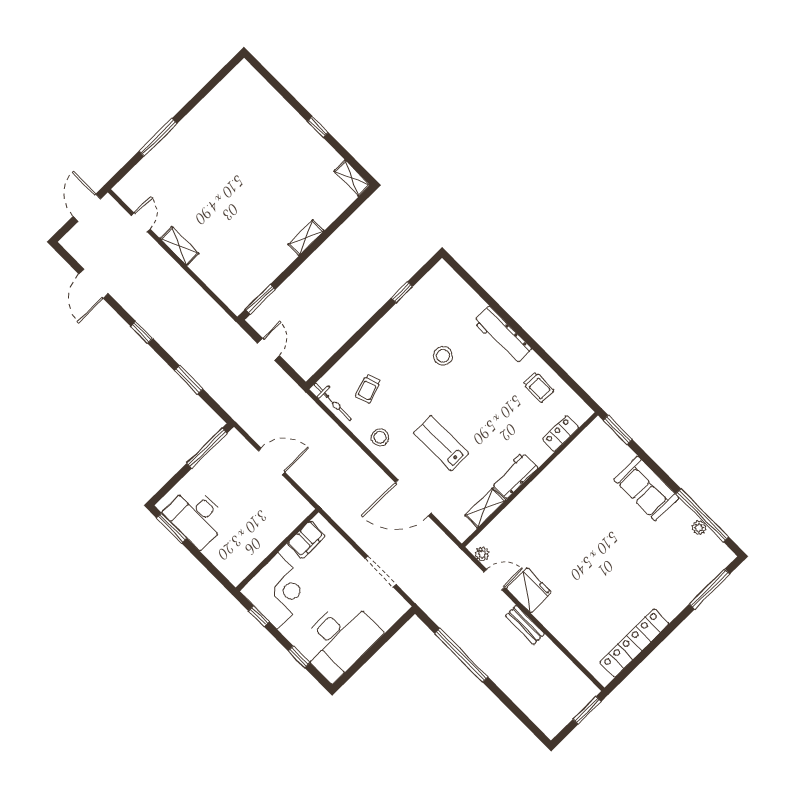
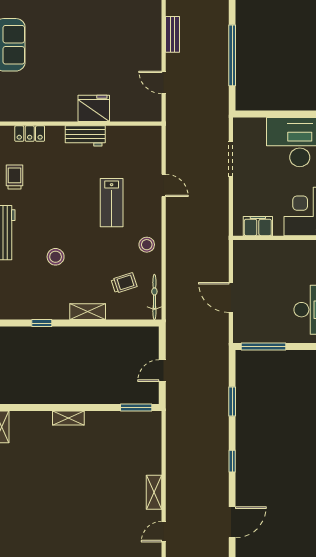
door: (413, 498) -> (164, 185), width x0.53
shelving: (485, 508) -> (88, 312), moved
plant: (482, 554) -> (155, 106), removed
fridge: (529, 590) -> (94, 108), moved, turned 90

